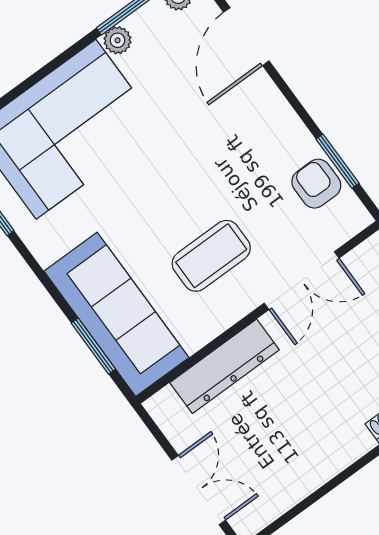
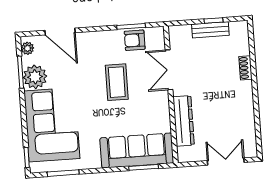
plant: (118, 40) -> (35, 77), width x1.87, depth x1.87
coffee table: (211, 256) -> (117, 82), moved
double door: (302, 281) -> (169, 70), swing flipped

